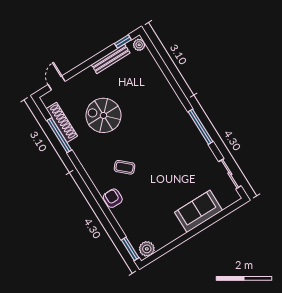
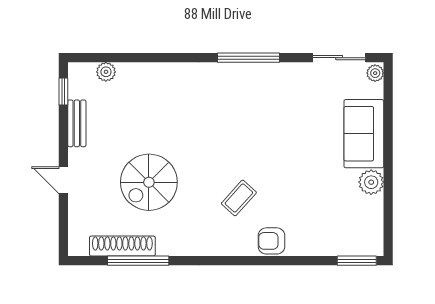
plant: (139, 45) -> (106, 72), moved
bench: (111, 59) -> (77, 123), width x0.73
door: (57, 83) -> (63, 180), moved
plant: (234, 198) -> (375, 73), added
plant: (147, 249) -> (371, 182), moved

